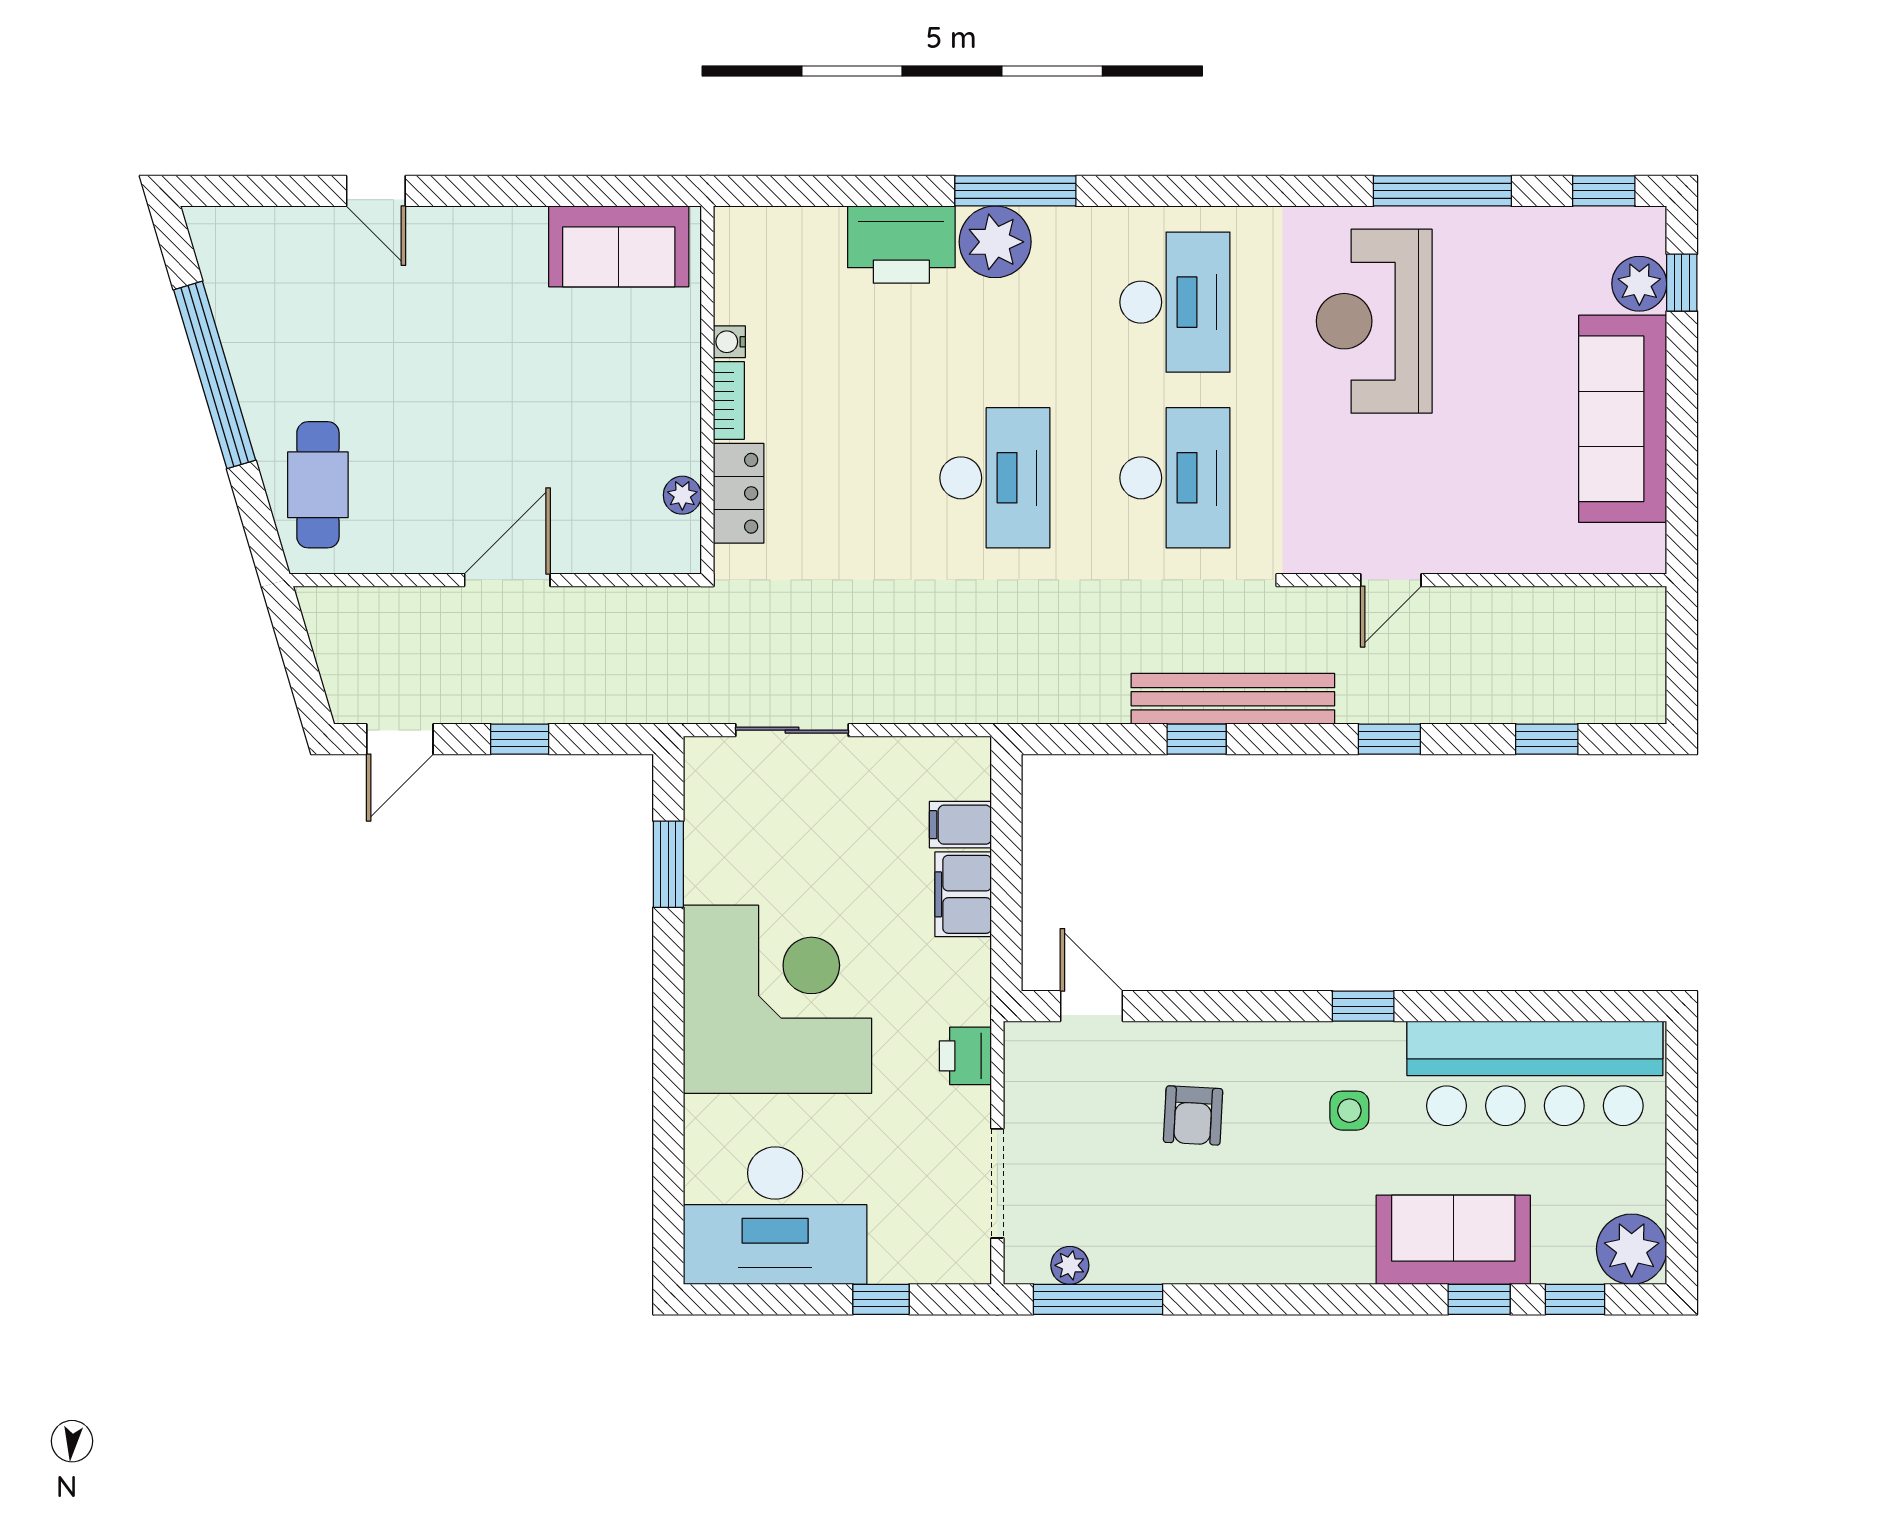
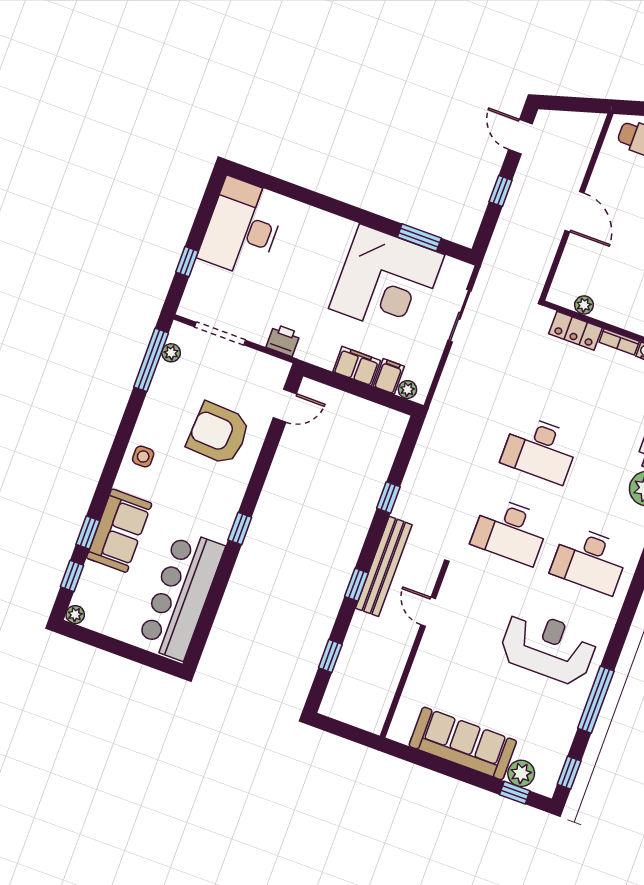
bench: (1233, 699) -> (384, 566), moved
plant: (973, 779) -> (407, 390), added
corner desk: (777, 999) -> (387, 282), moved
side table: (1349, 1111) -> (143, 457), moved
armchair: (1193, 1115) -> (219, 433), width x1.88, depth x1.88
plant: (1632, 1249) -> (75, 615), width x0.53, depth x0.53

